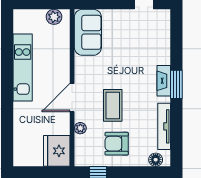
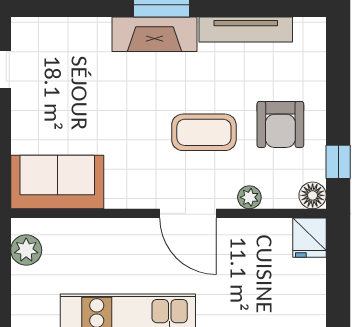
fireplace: (164, 81) -> (154, 34), width x1.37, depth x1.32
fridge: (57, 151) -> (310, 238), width x0.53, depth x0.75
floor lamp: (156, 160) -> (313, 195), moved

